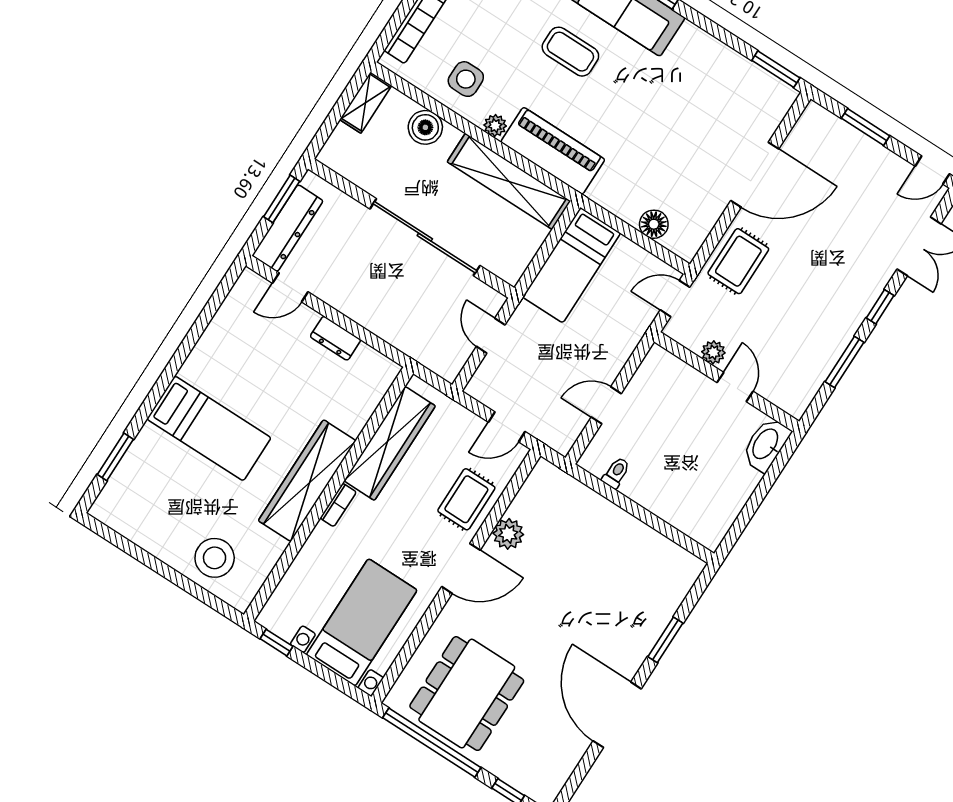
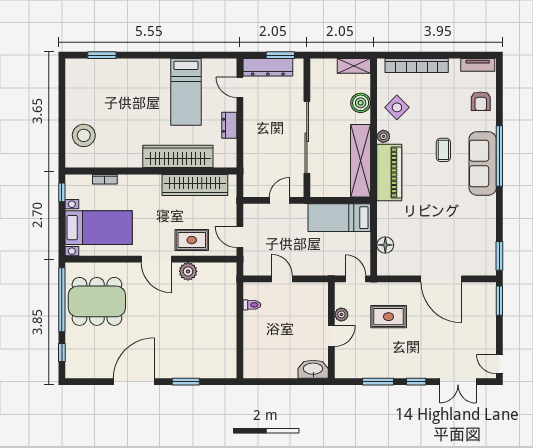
coffee table: (570, 52) -> (443, 150), width x0.73, depth x0.77
side table: (466, 79) -> (397, 107), turned 45
window: (866, 127) -> (499, 301), moved
rug: (738, 261) -> (389, 317), moved
bed: (209, 428) -> (186, 92), moved
wardrobe: (307, 481) -> (178, 156), moved
bookcase: (338, 505) -> (105, 179), moved

